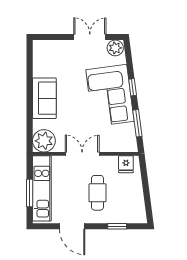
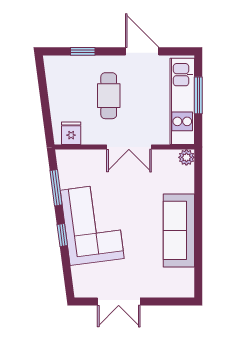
plant: (115, 48) -> (85, 287), removed
sofa: (44, 98) -> (179, 230), width x1.36
plant: (44, 141) -> (186, 157), width x0.53, depth x0.53

